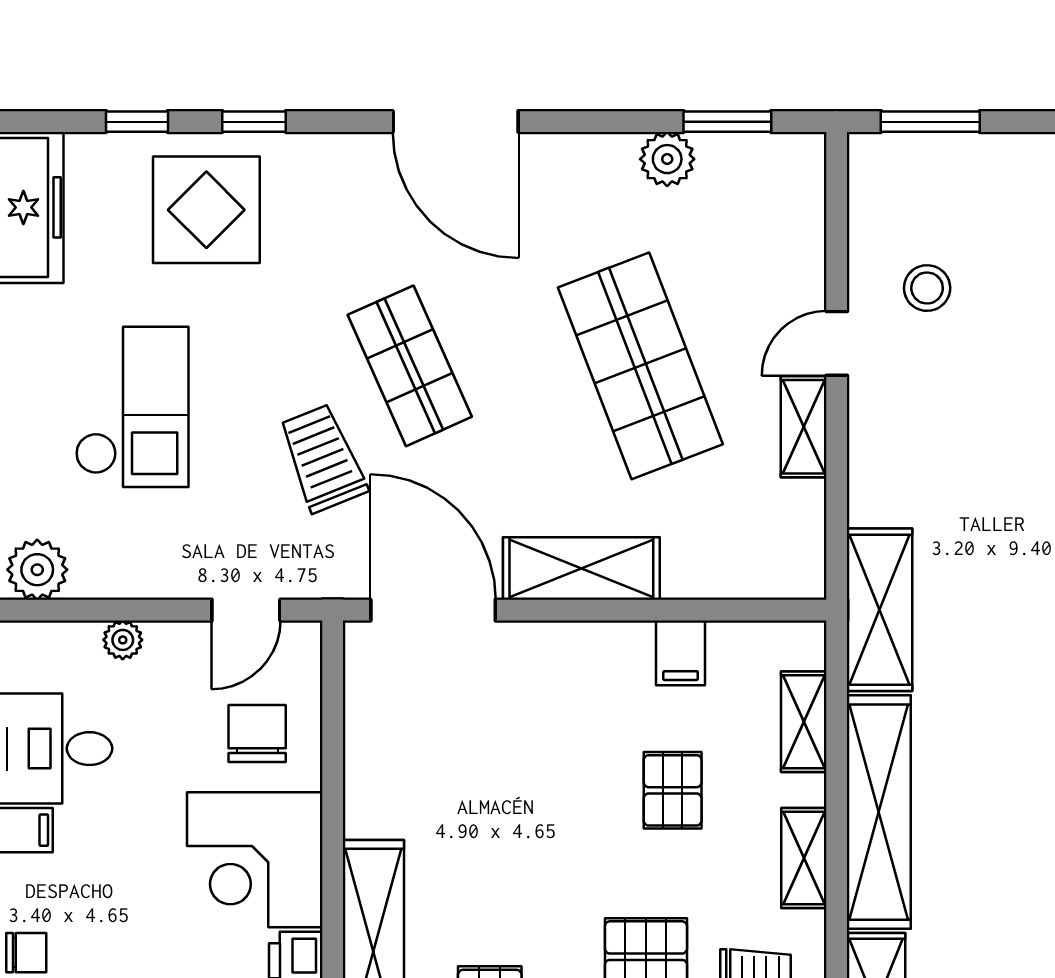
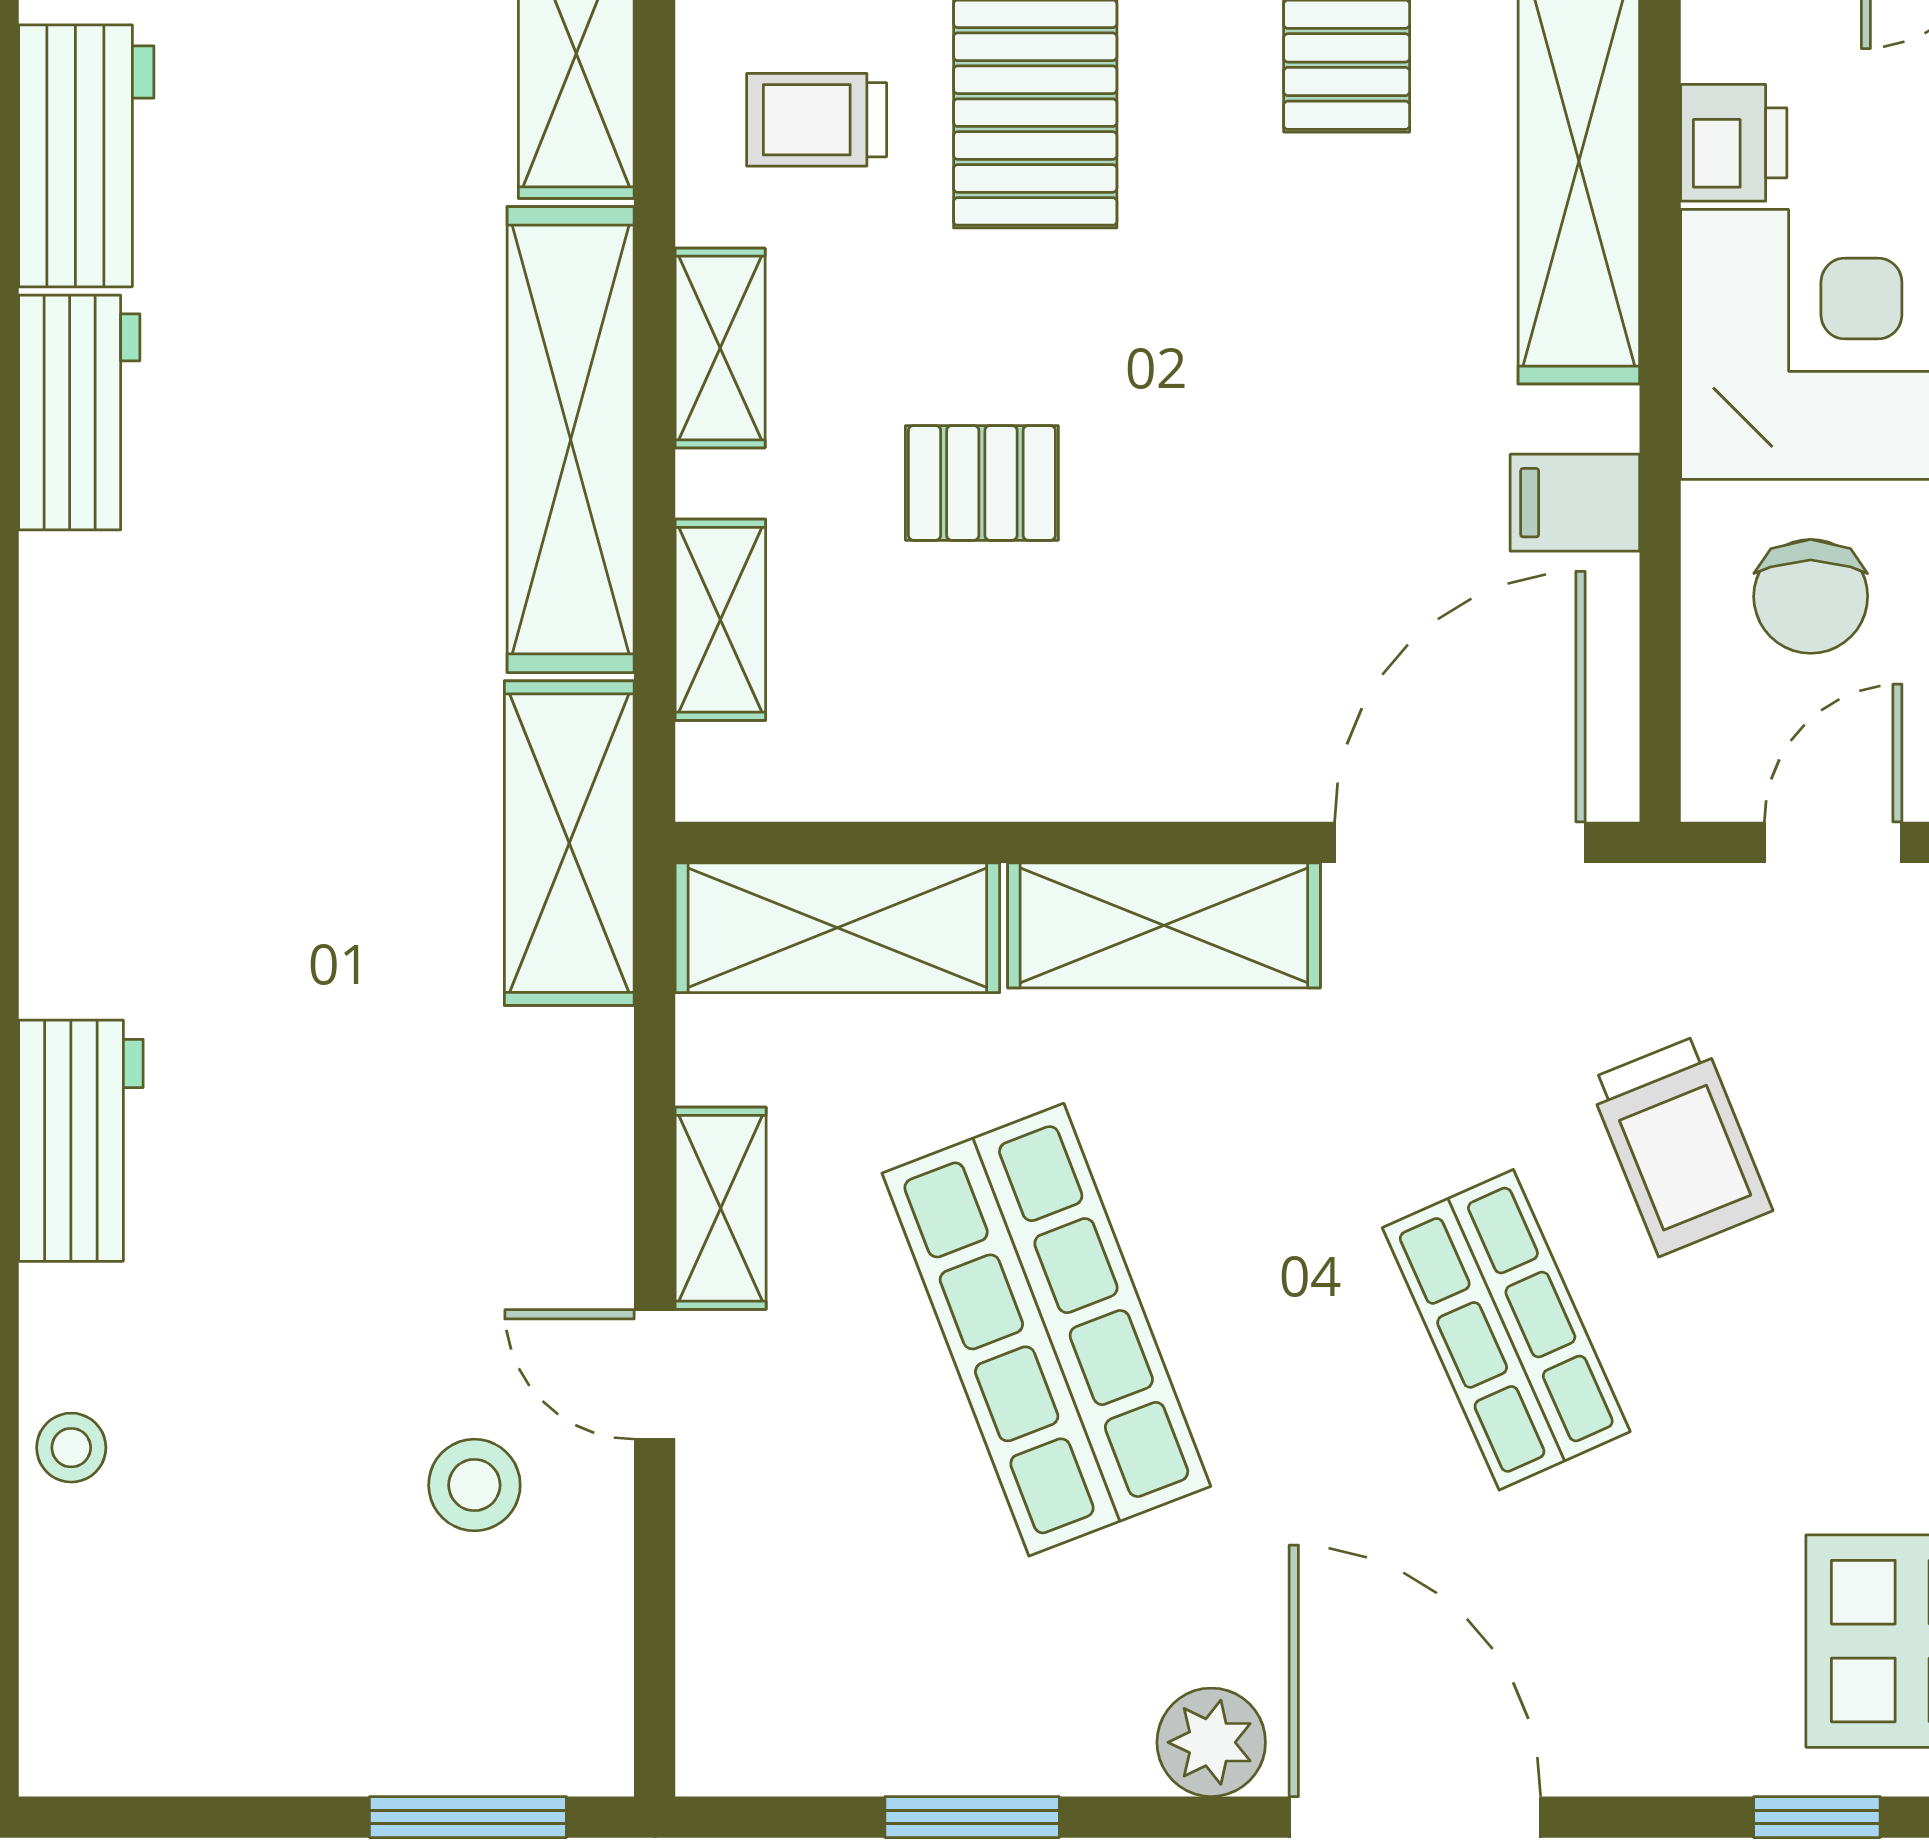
window: (727, 122) -> (972, 1817), moved
plant: (667, 159) -> (1211, 1742), moved
door: (837, 343) -> (655, 1374), swing flipped
shelving: (745, 567) -> (837, 928), added
door: (433, 610) -> (1460, 842), swing flipped
filing cabinet: (681, 653) -> (1575, 503), moved, turned -90
pallet: (673, 790) -> (982, 483), turned 90

